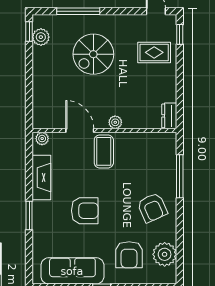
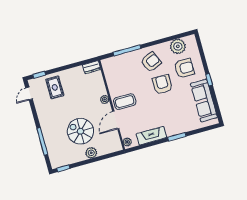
plant: (41, 37) -> (91, 153), moved
spiral stairs: (93, 54) -> (80, 131), moved, turned 180
armchair: (85, 211) -> (162, 84), moved

